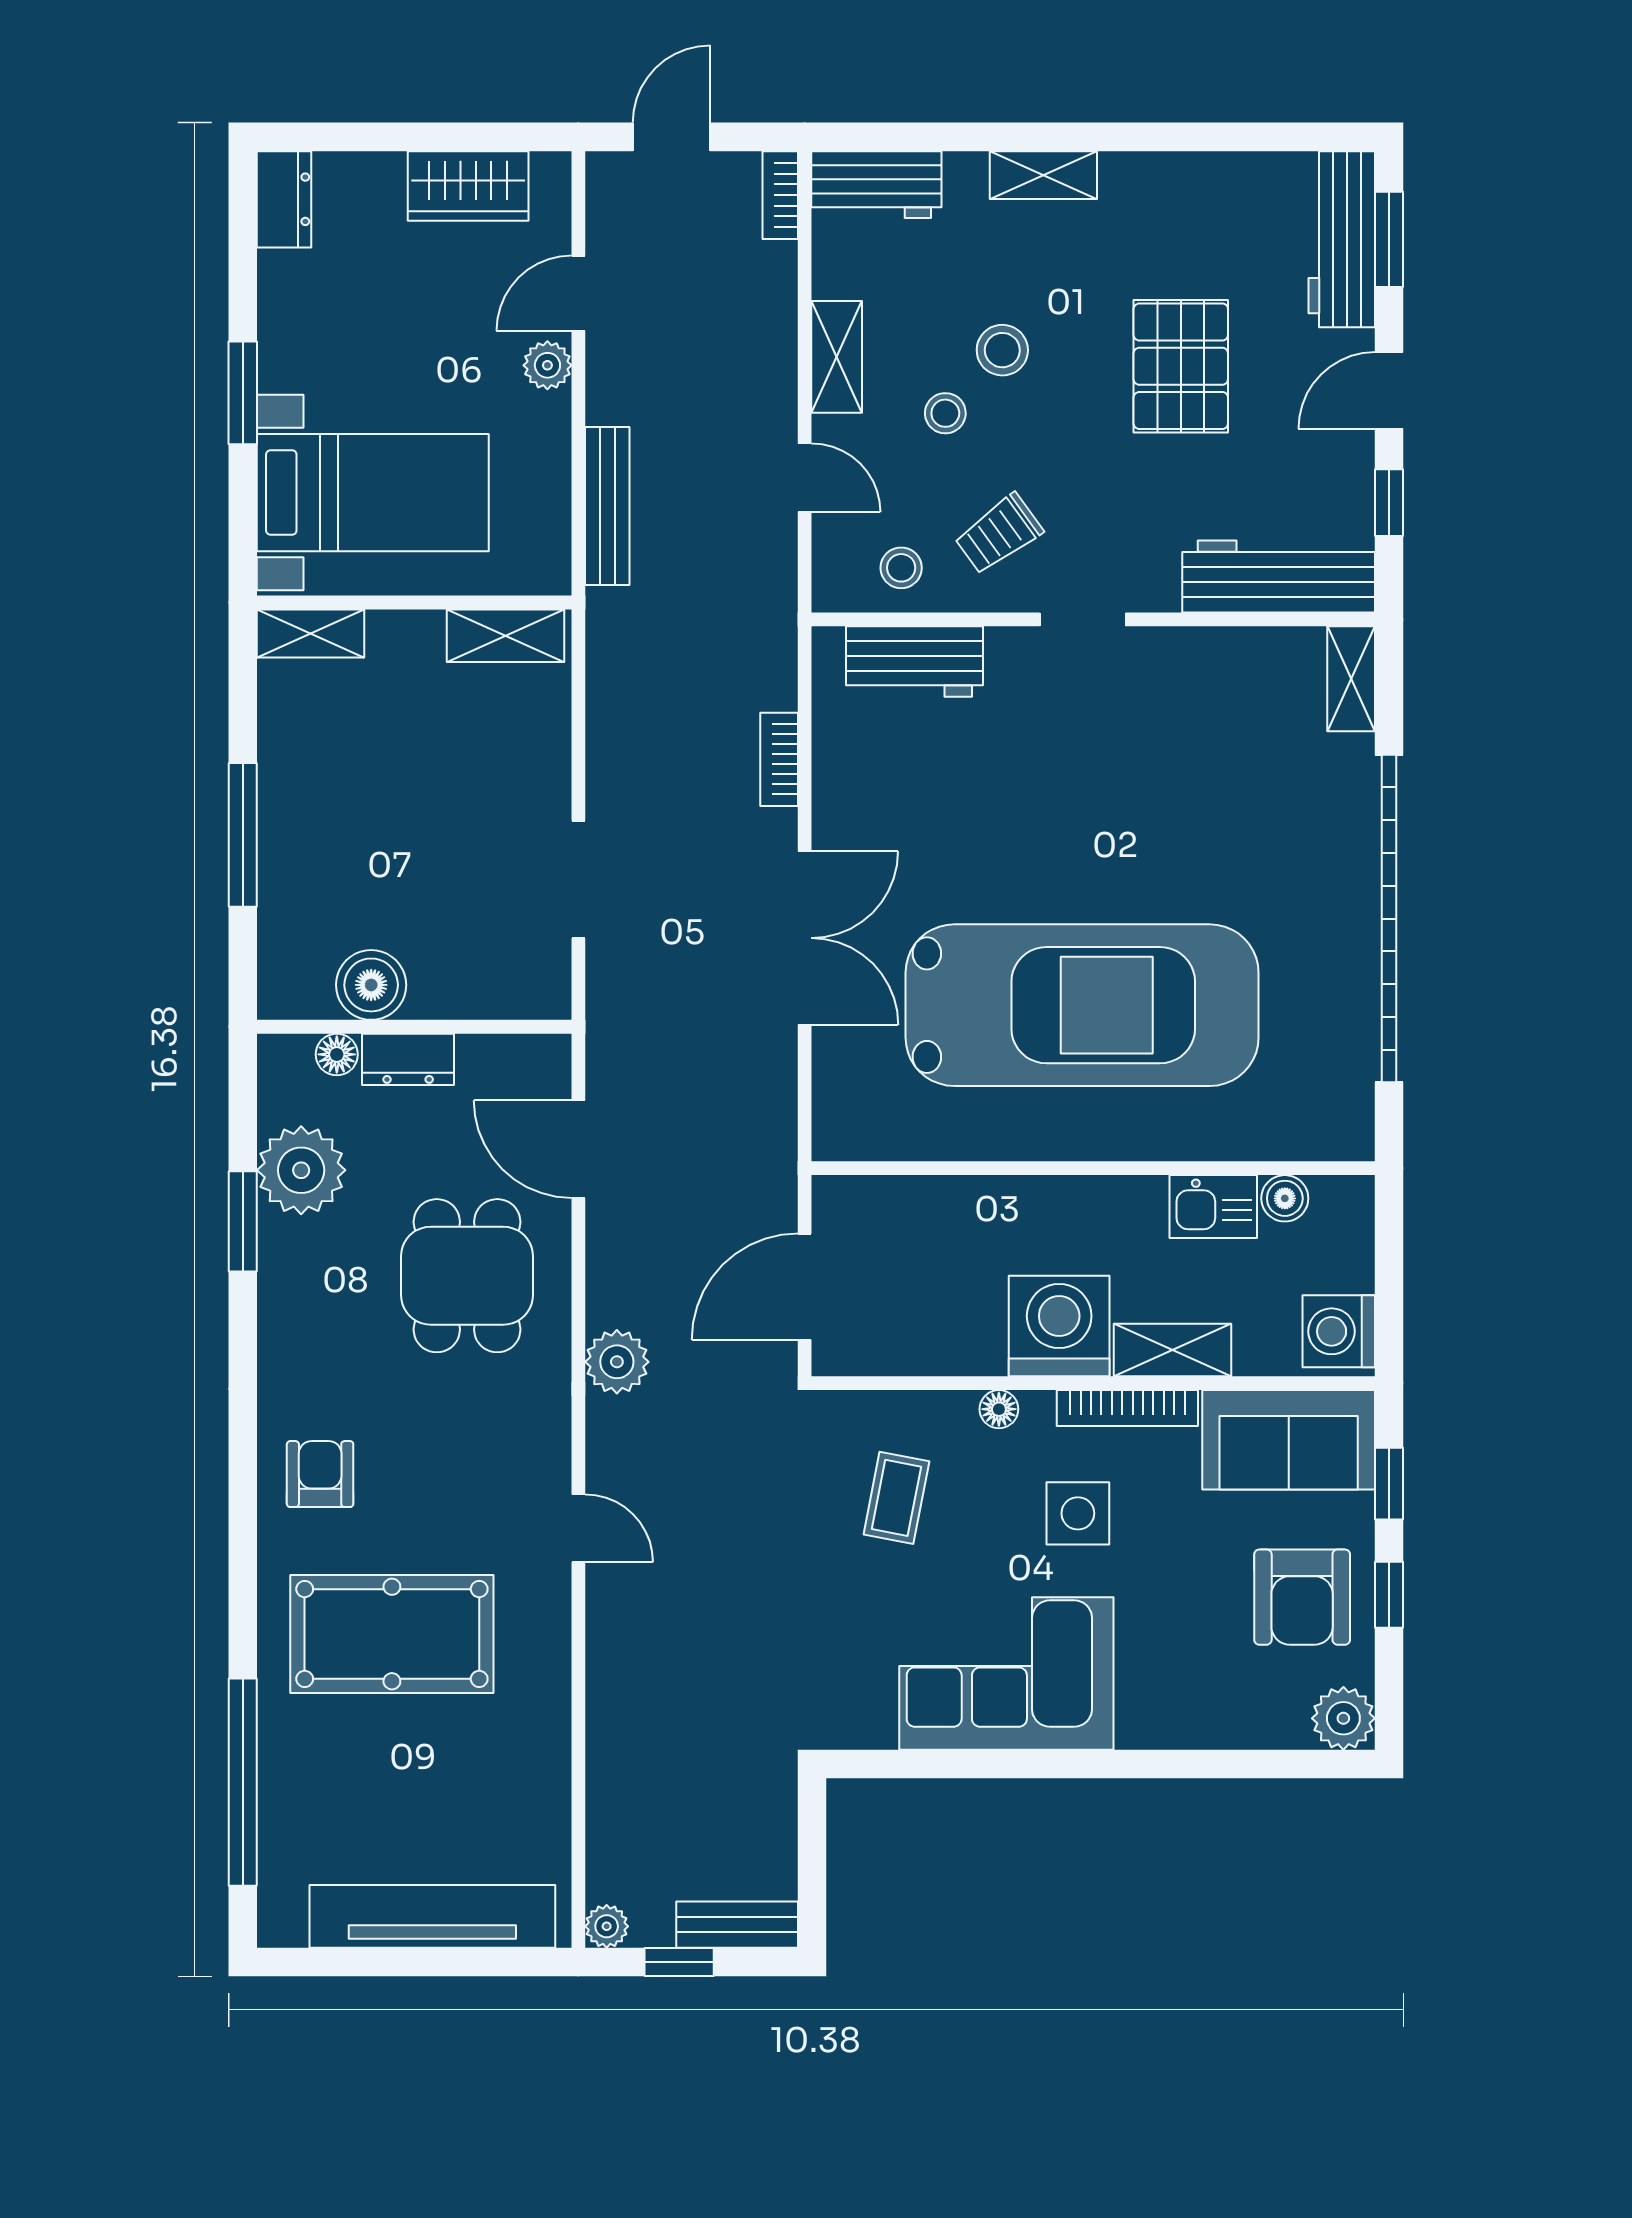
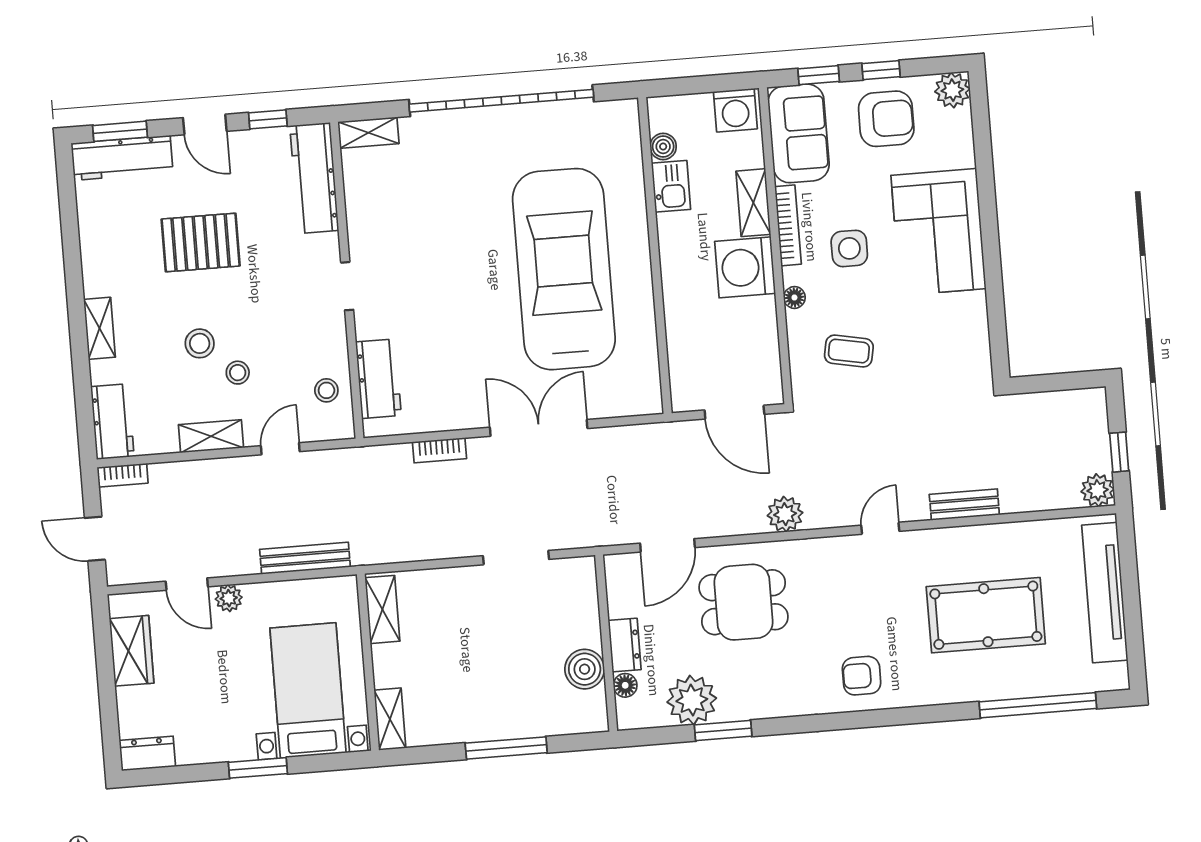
trolley: (999, 534) -> (303, 337), removed
pool table: (392, 1634) -> (986, 615), moved, turned 90
corner sofa: (1006, 1673) -> (938, 232), moved
bench: (737, 1925) -> (964, 505), moved, turned 90
plant: (607, 1926) -> (1098, 490), width x1.38, depth x1.38

